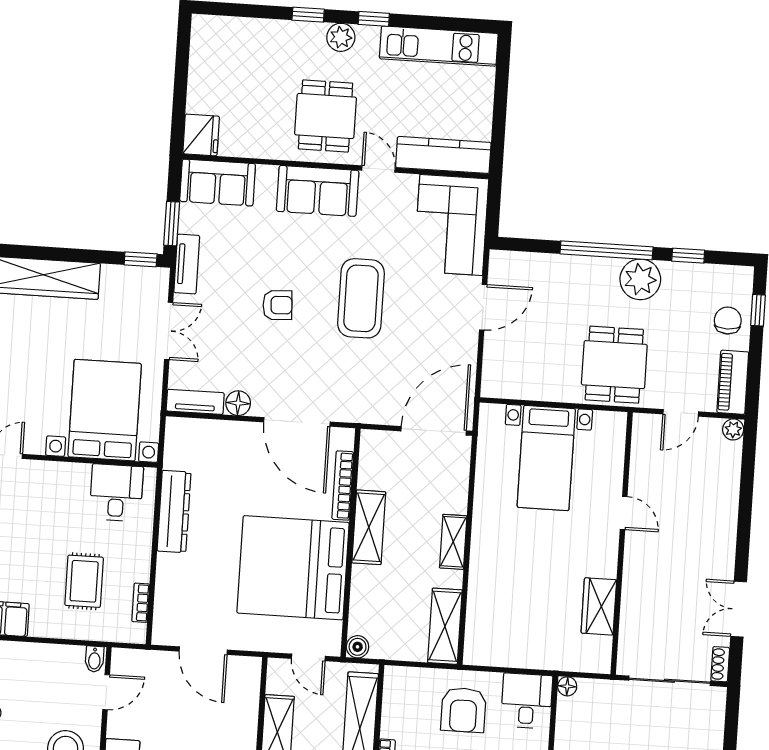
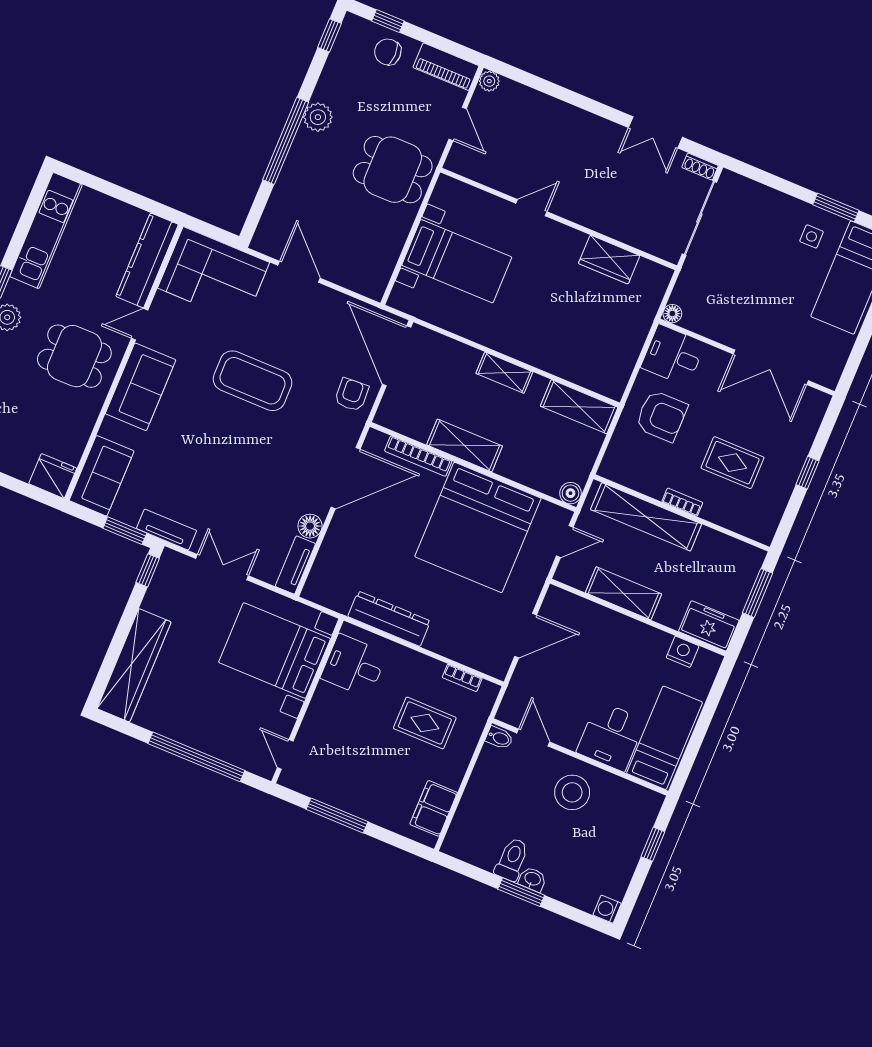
window: (688, 256) -> (329, 35), moved
plant: (640, 279) -> (318, 117), width x0.73, depth x0.73
armchair: (277, 305) -> (352, 395), moved

